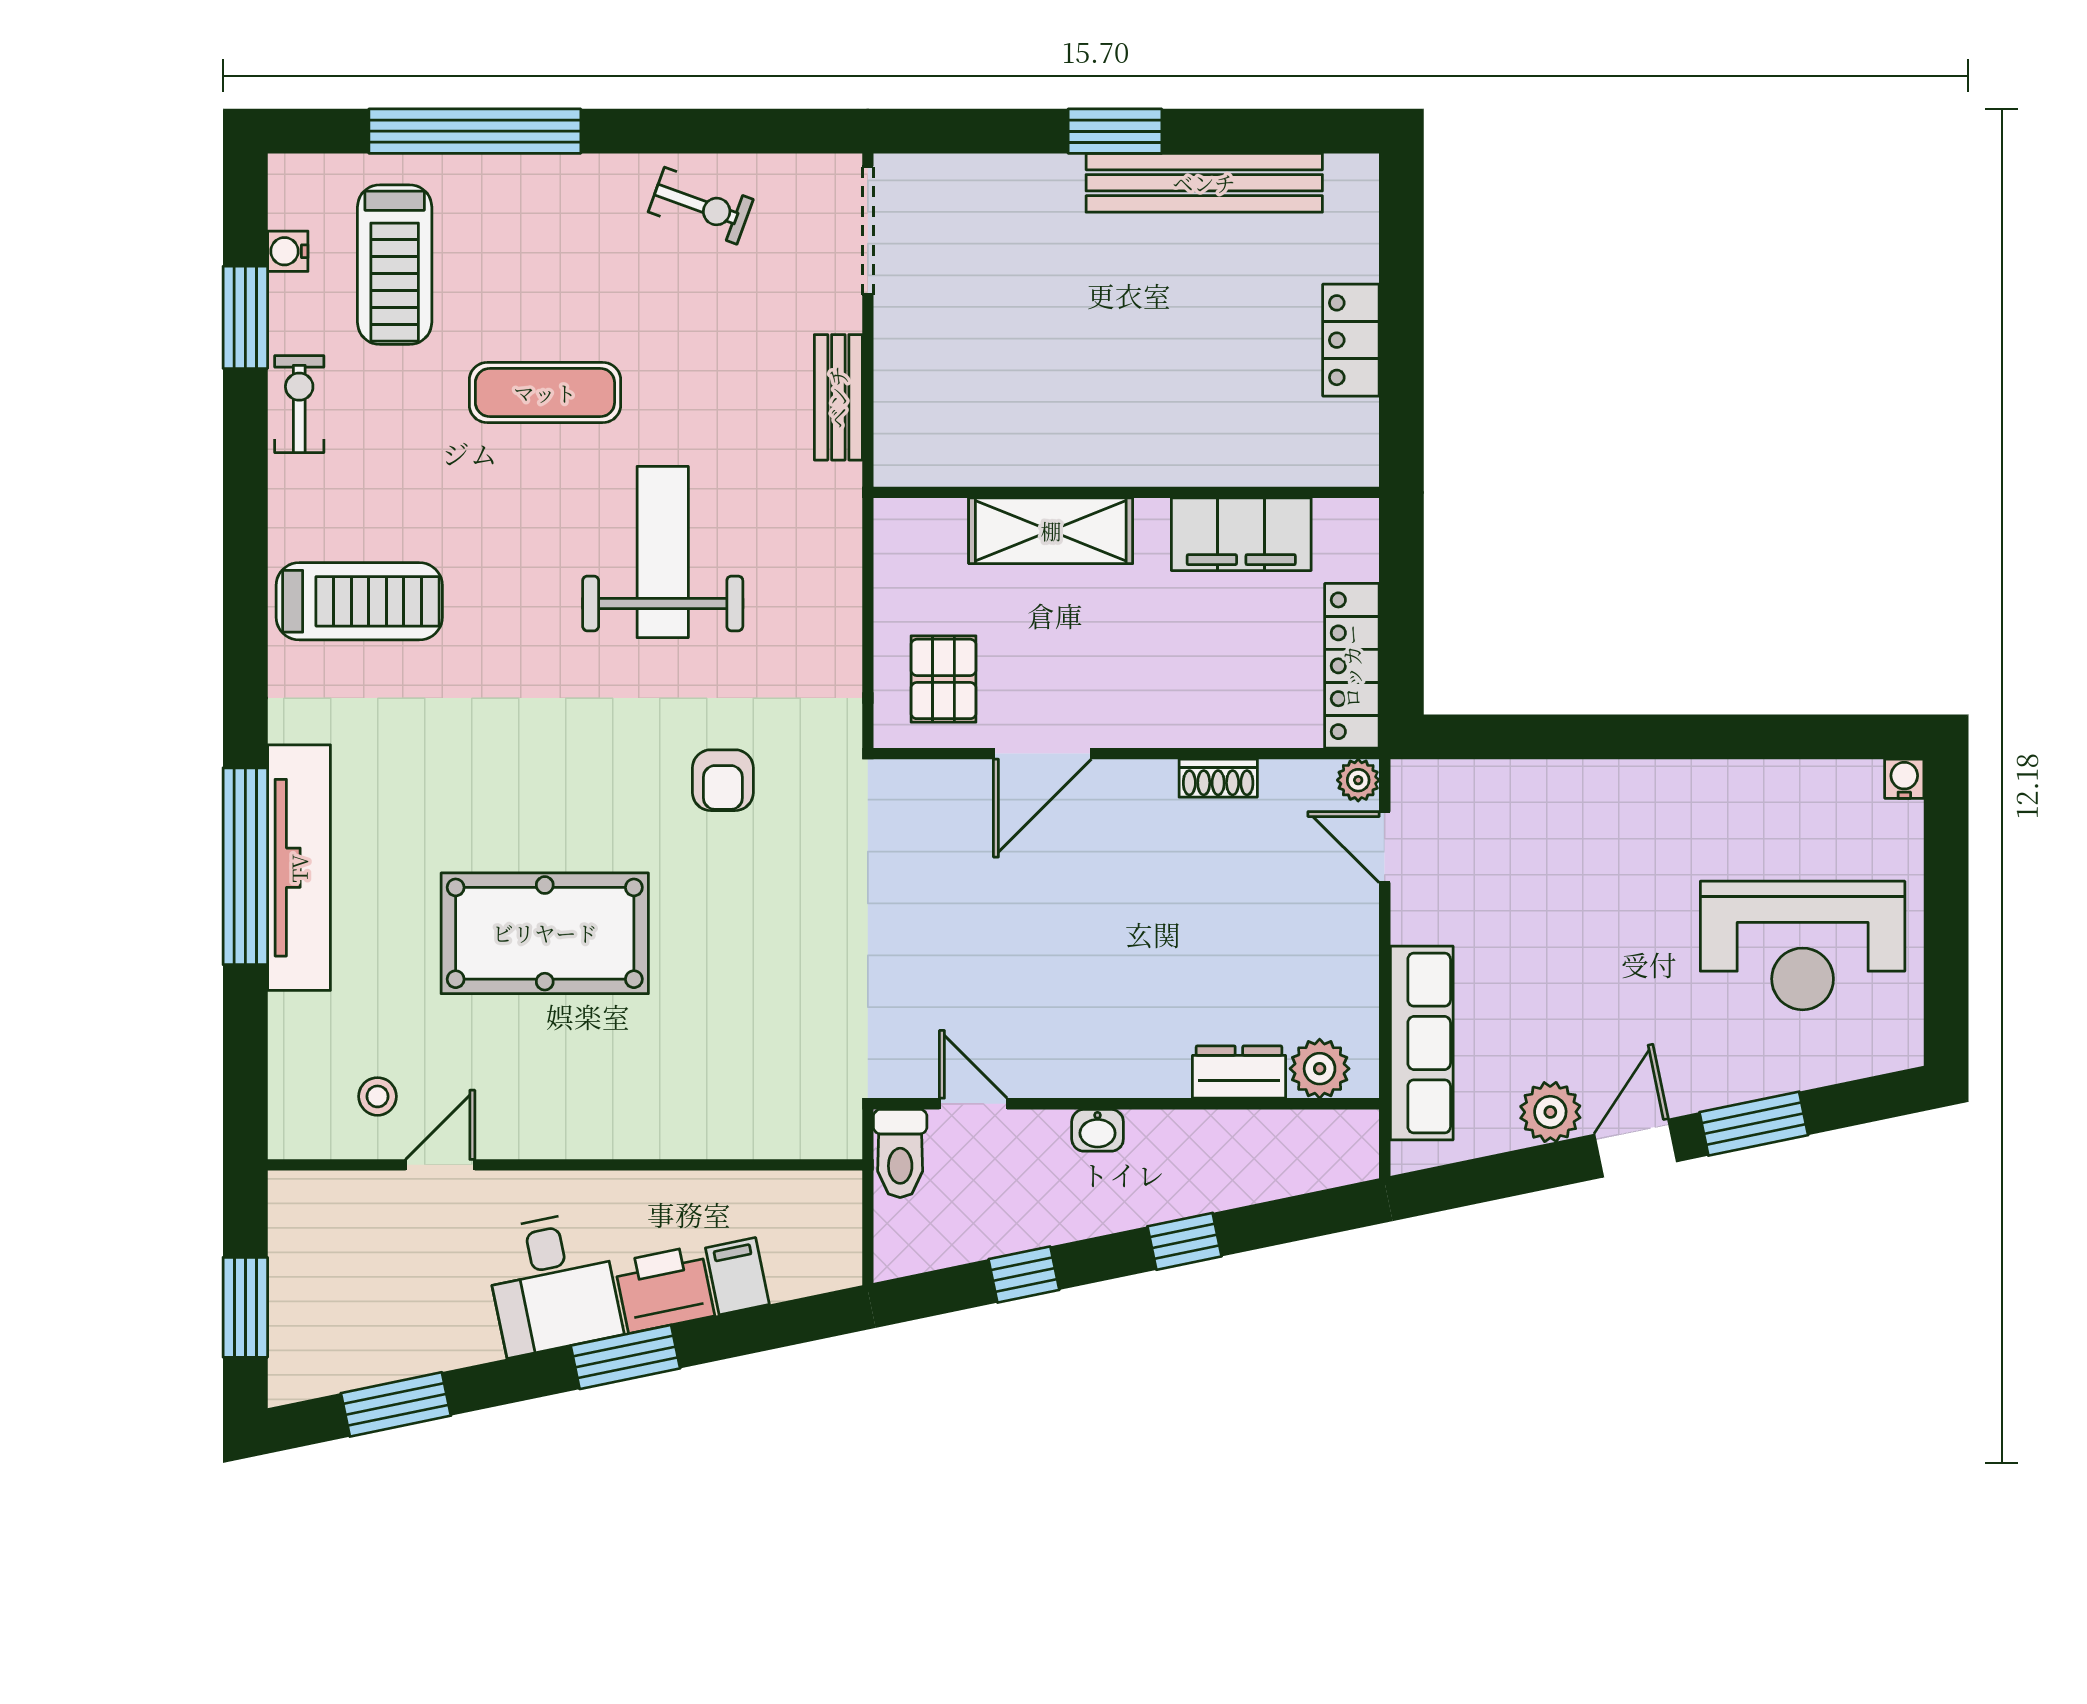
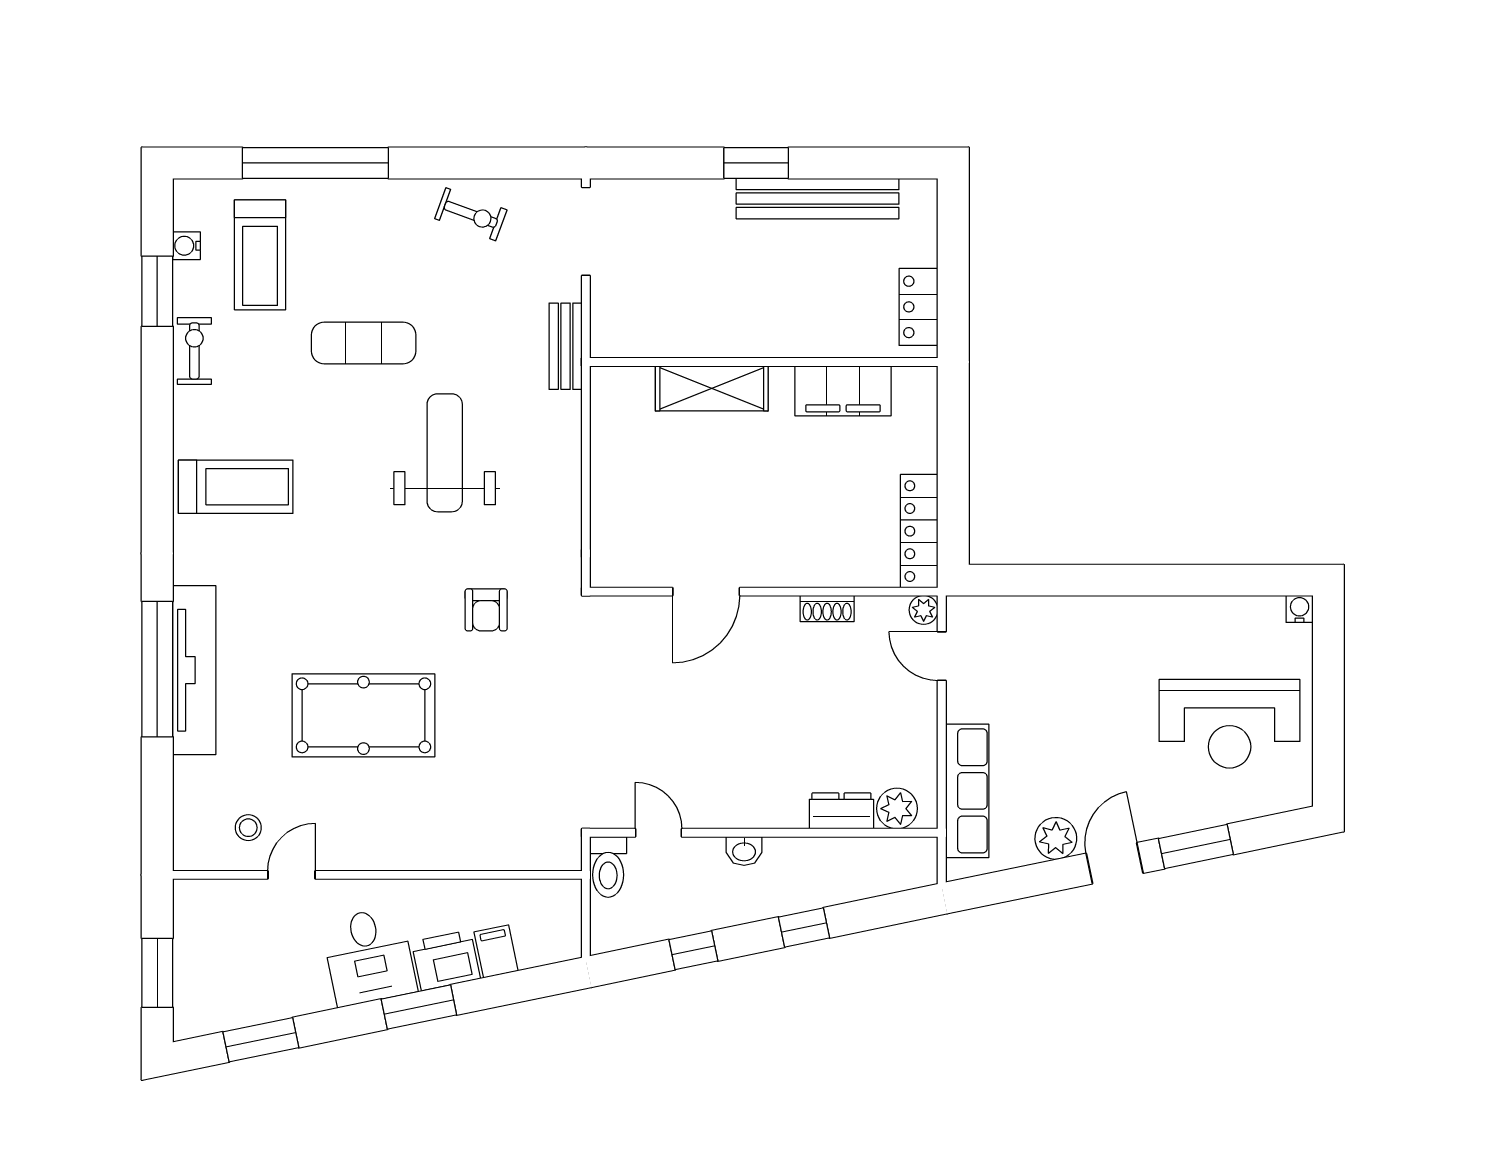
wall: (1126, 492) -> (764, 362), moved
shelving: (1051, 531) -> (712, 388), moved
filing cabinet: (1241, 534) -> (843, 391), moved
pallet: (943, 679) -> (638, 540), removed

